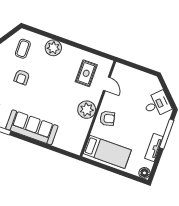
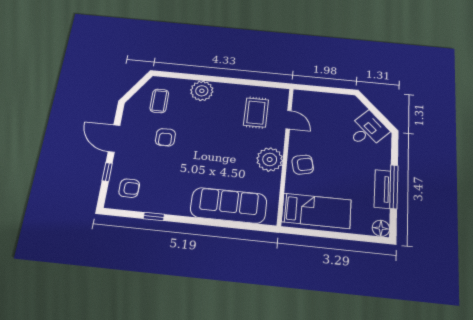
sofa: (32, 127) -> (229, 205), moved
window: (167, 134) -> (394, 187), moved

